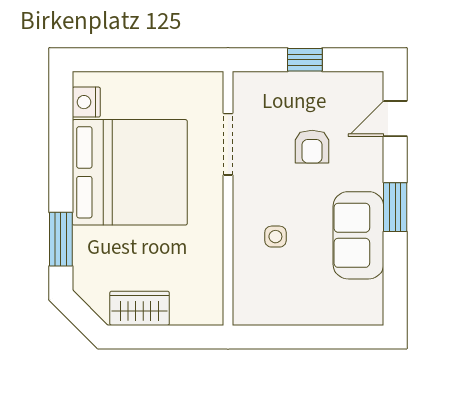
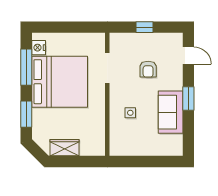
door: (395, 119) -> (188, 56), swing flipped
window: (61, 142) -> (26, 67), added

